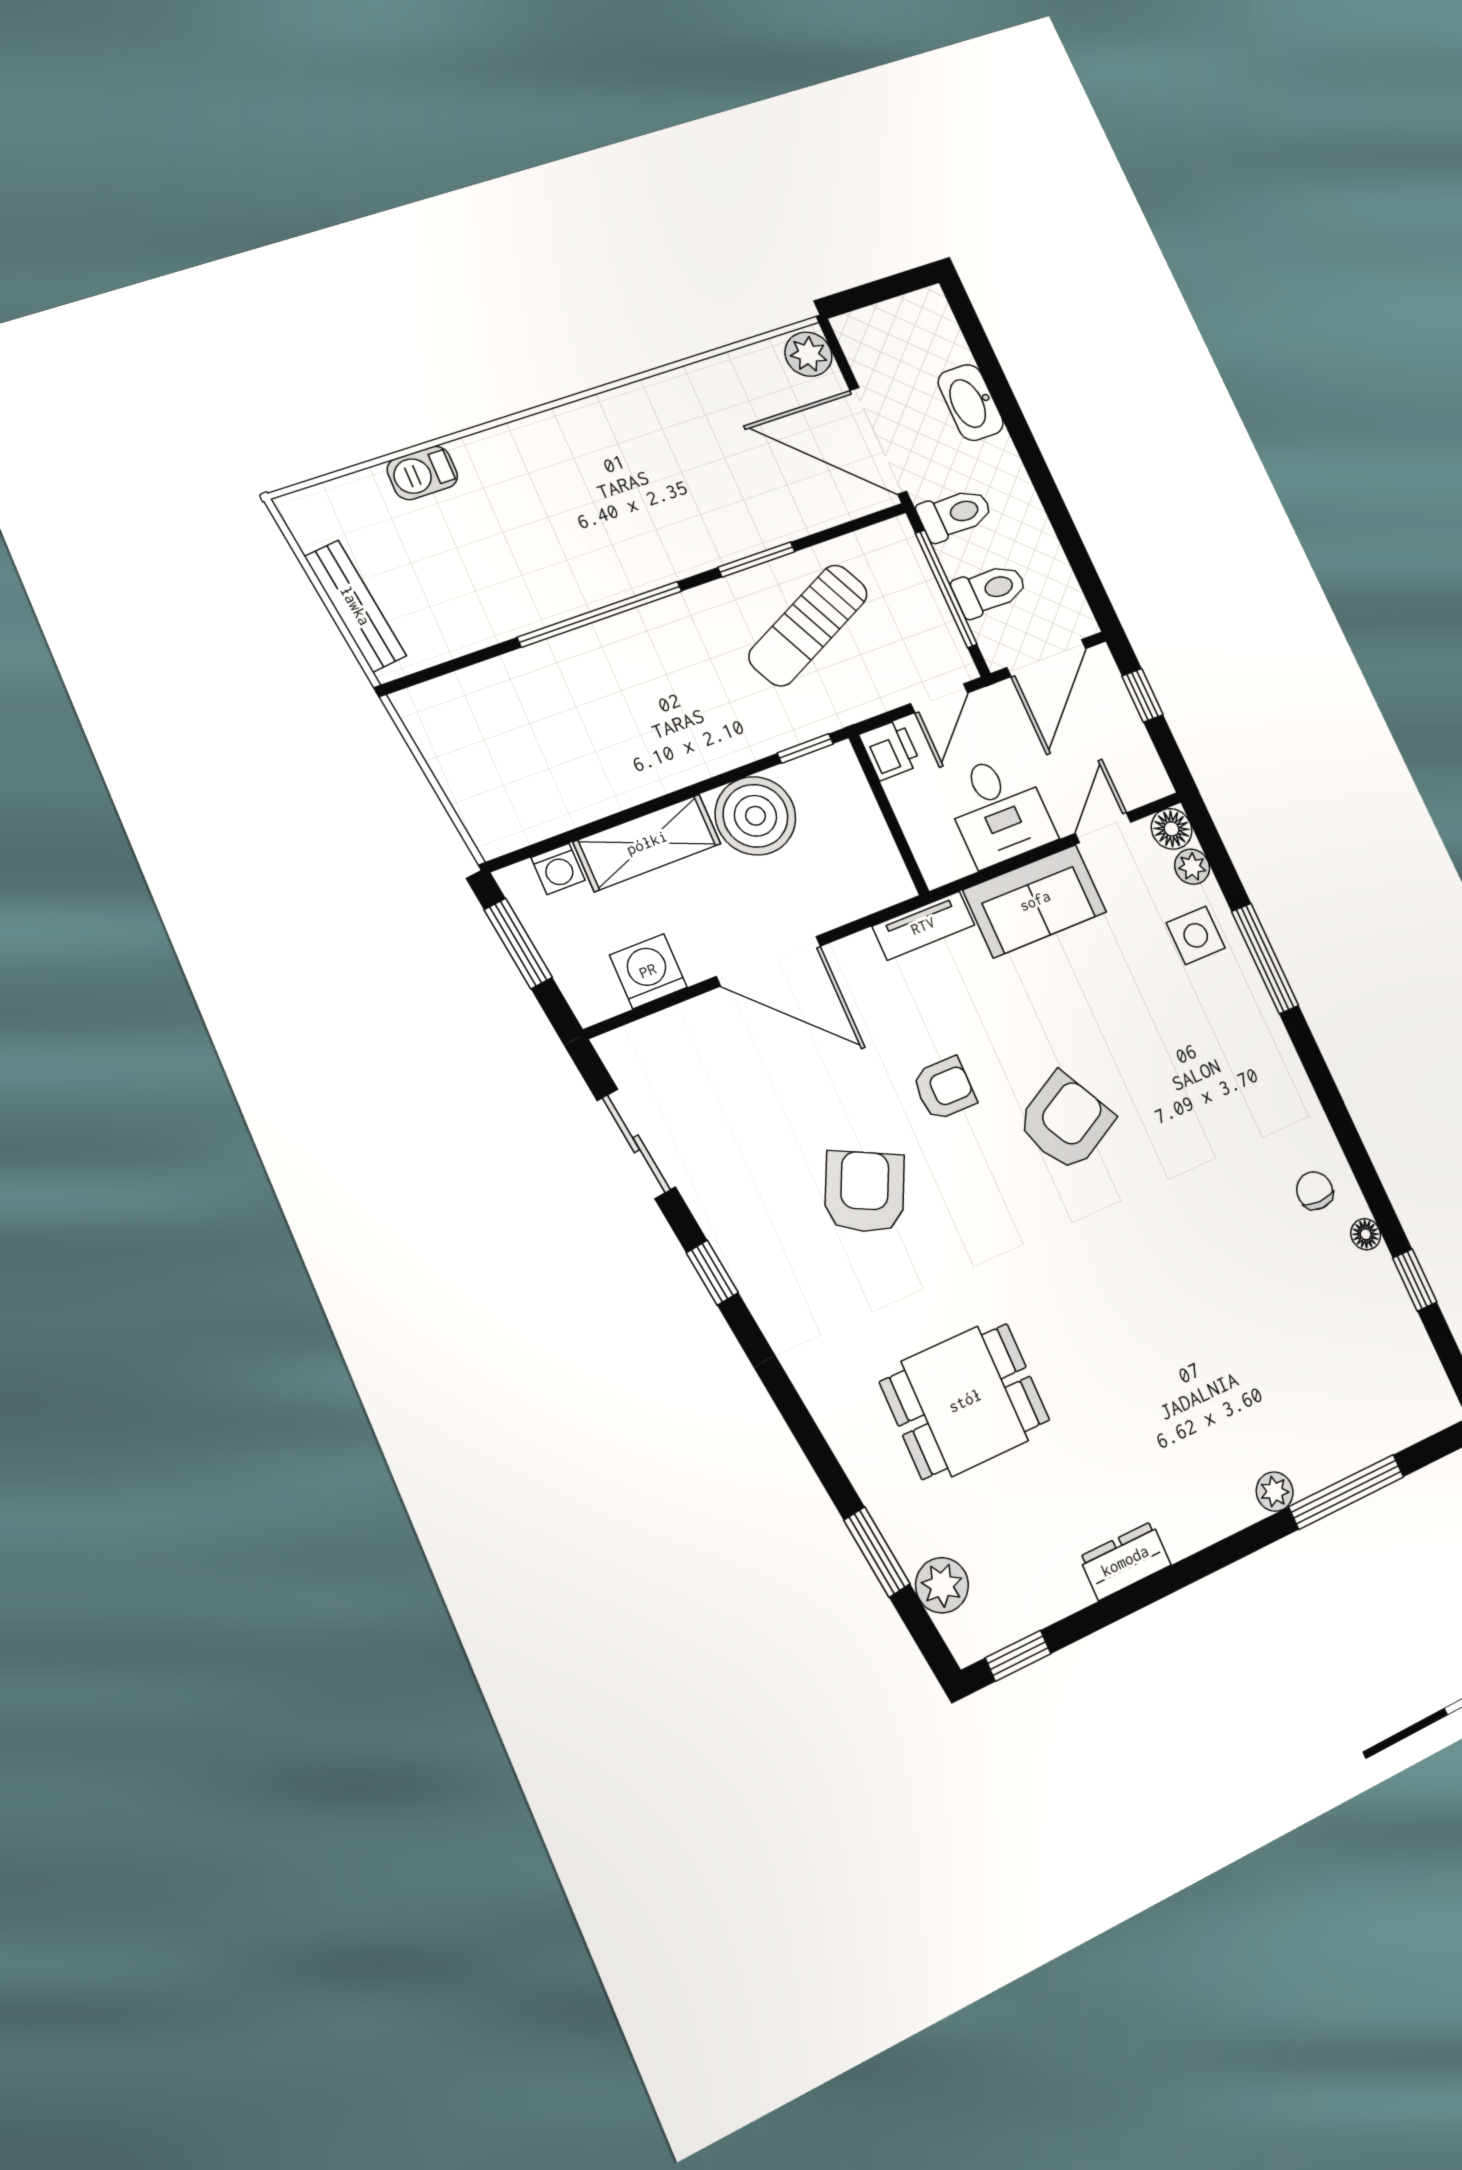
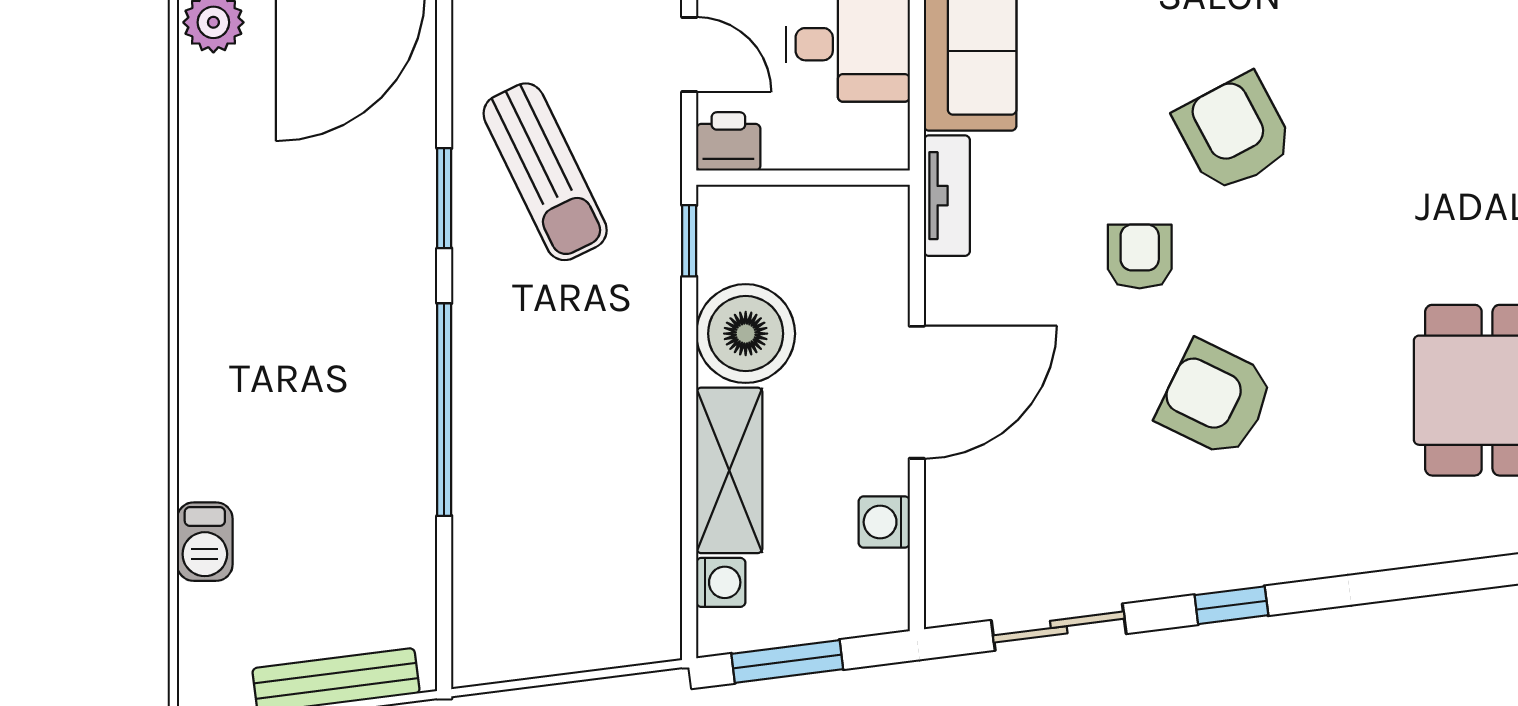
washing machine: (648, 971) -> (884, 522), width x0.73, depth x0.73

